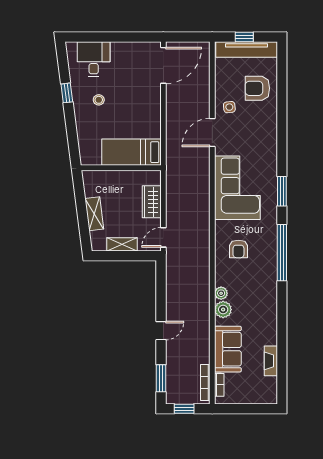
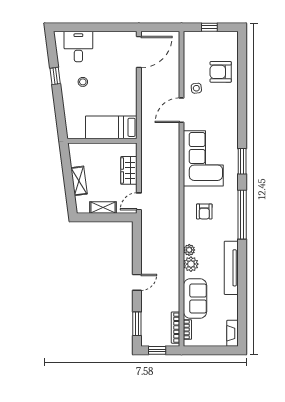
tv unit: (247, 49) -> (231, 268), moved, turned 90
fireplace: (271, 361) -> (232, 333), moved

